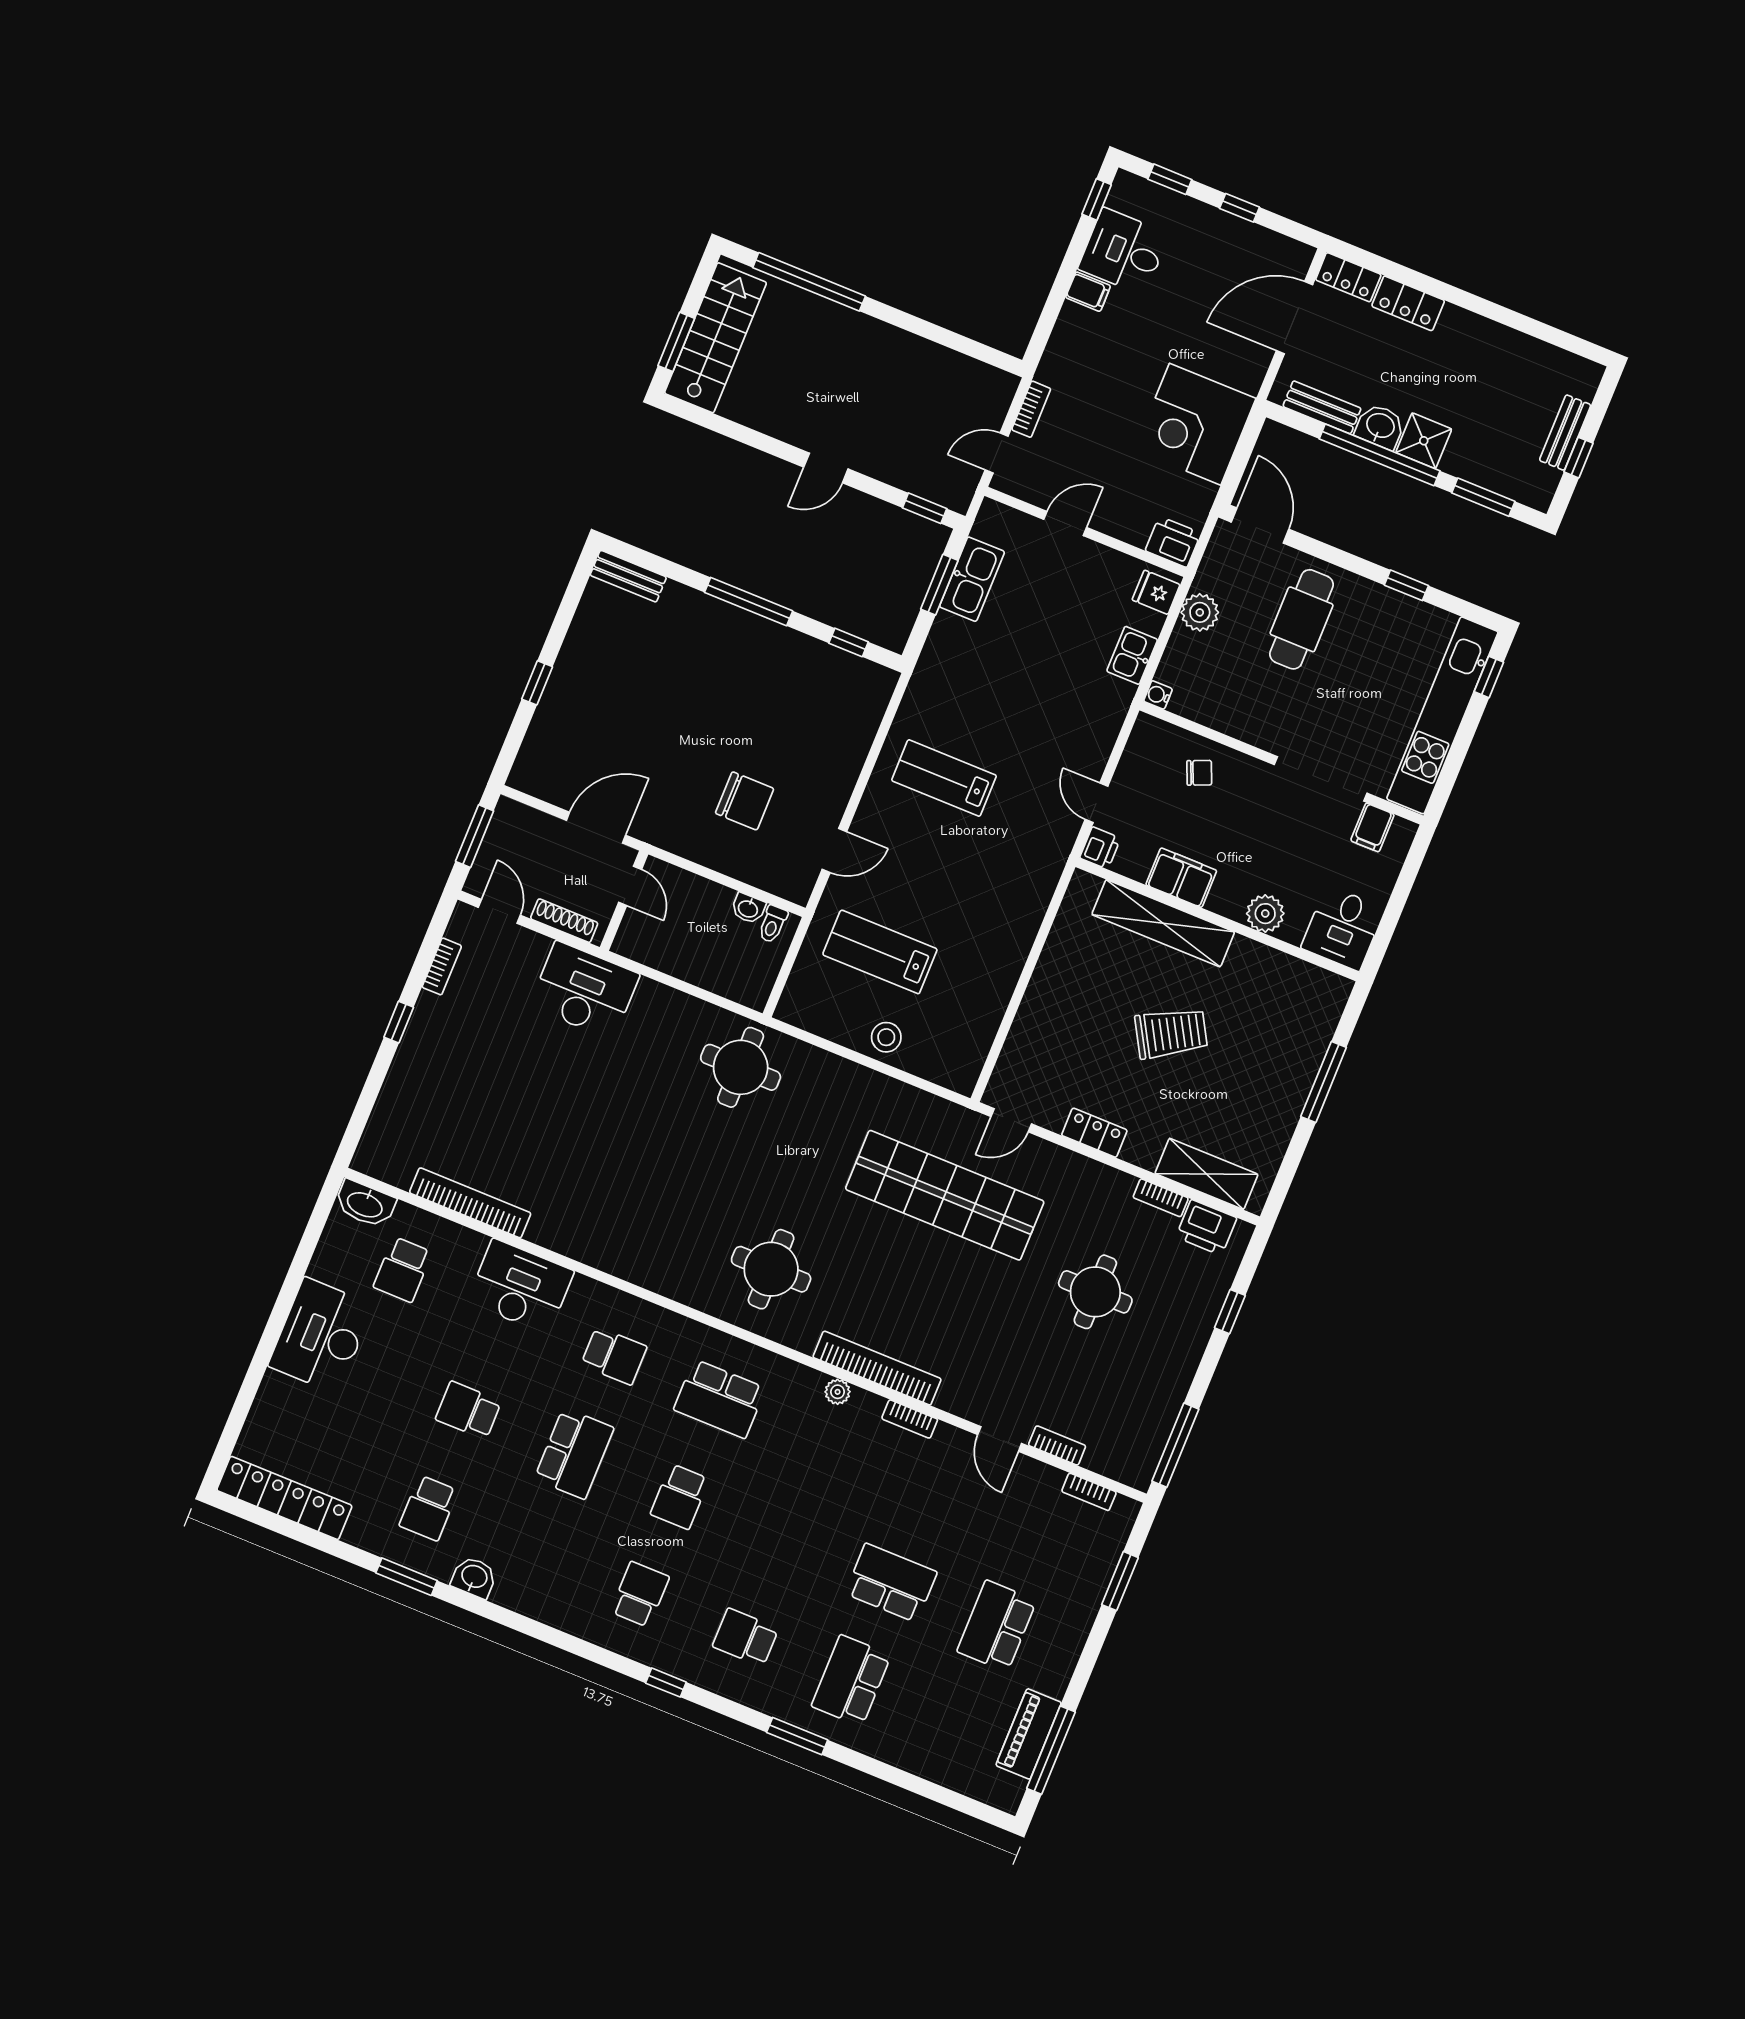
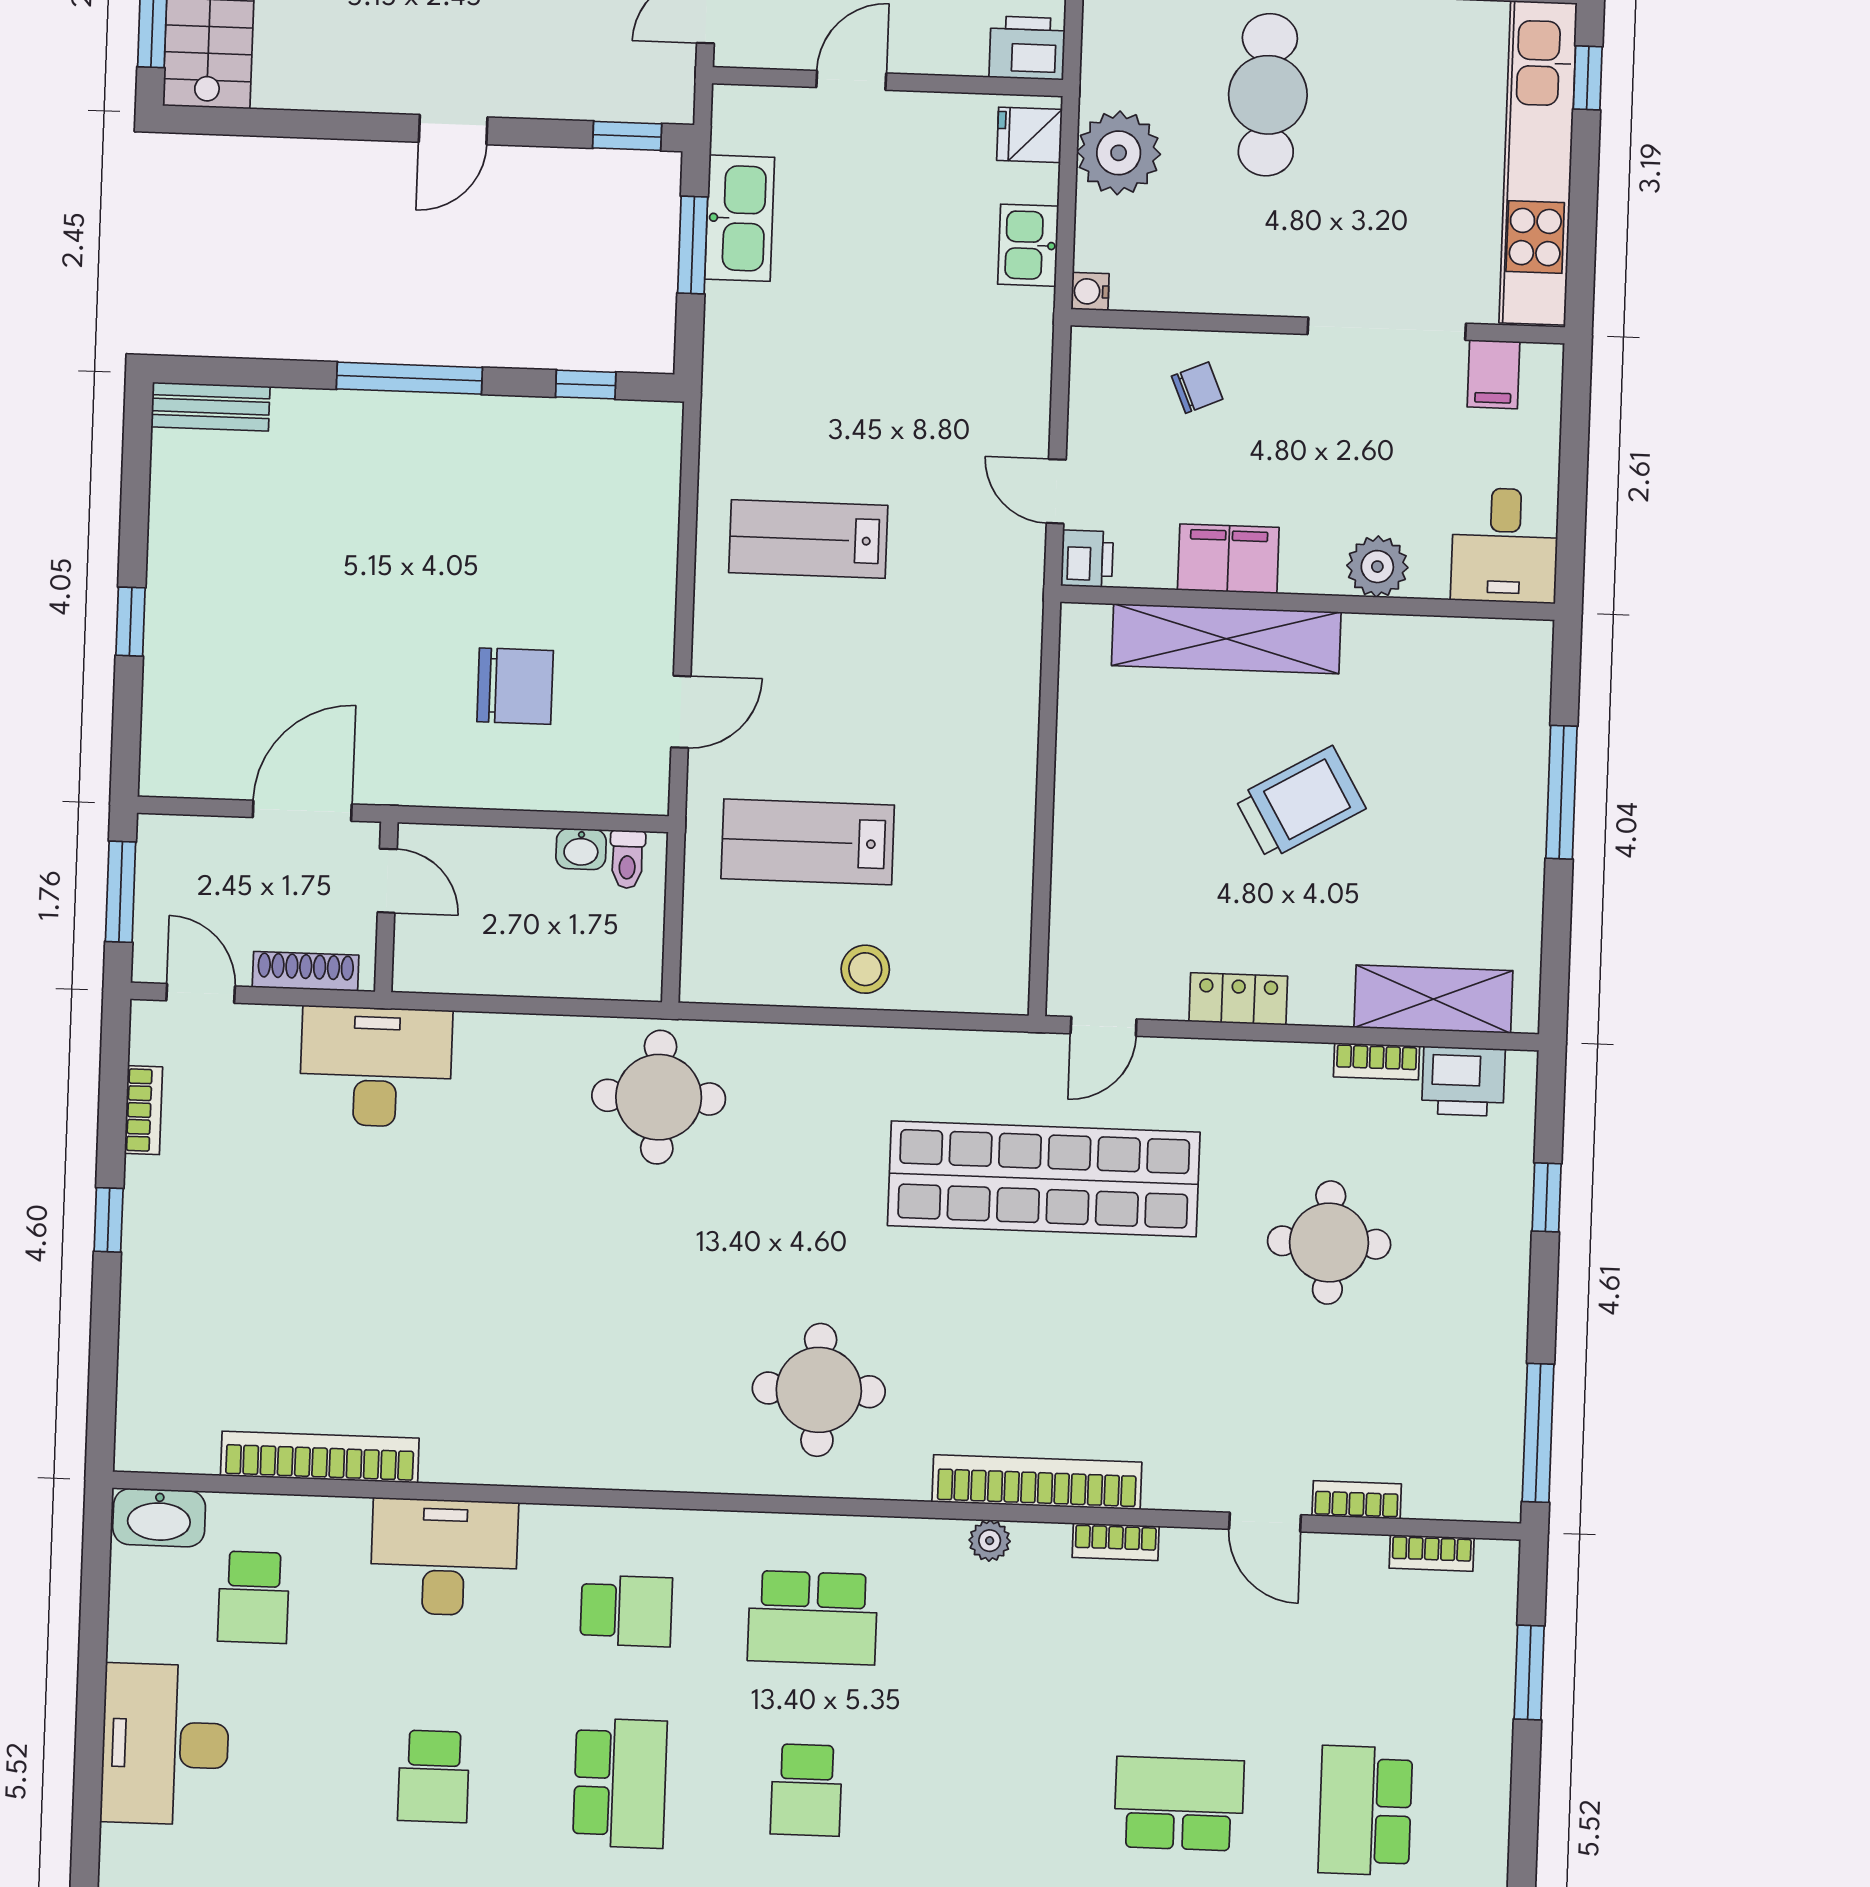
plant: (1200, 612) -> (1119, 153), width x1.36, depth x1.36
school desk: (468, 1410) -> (434, 1776), turned -90

